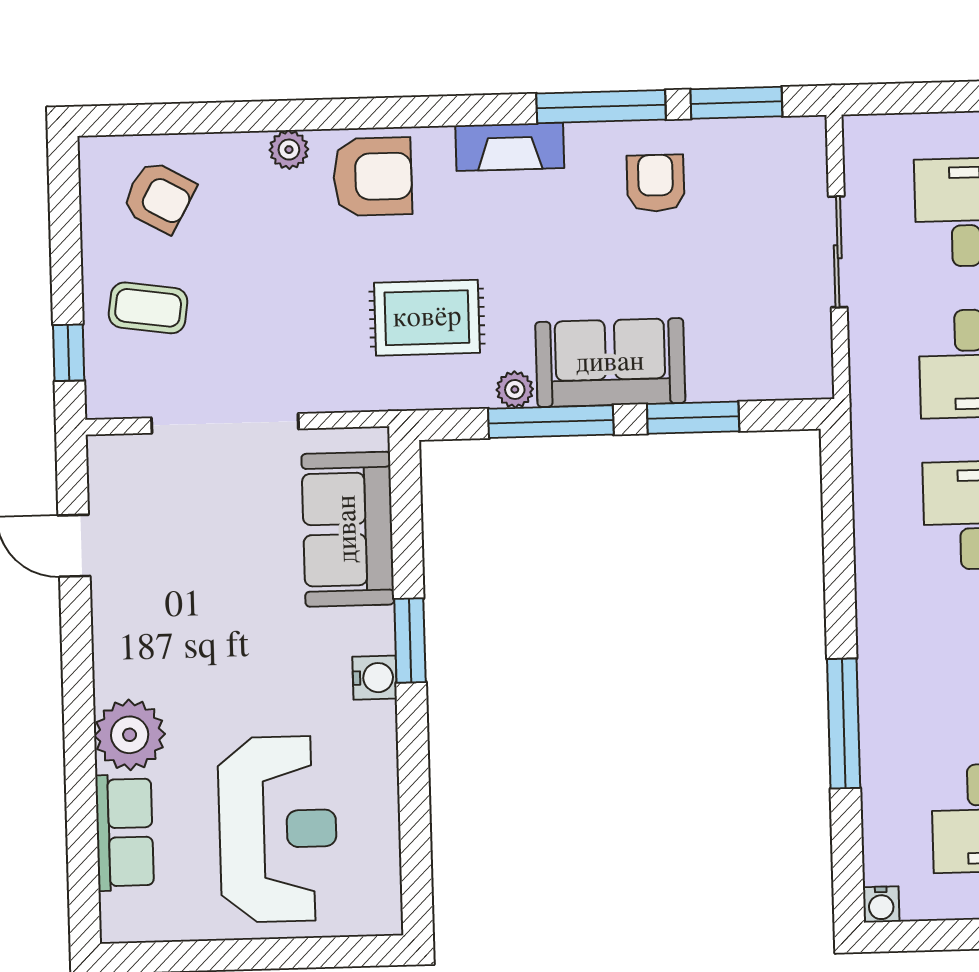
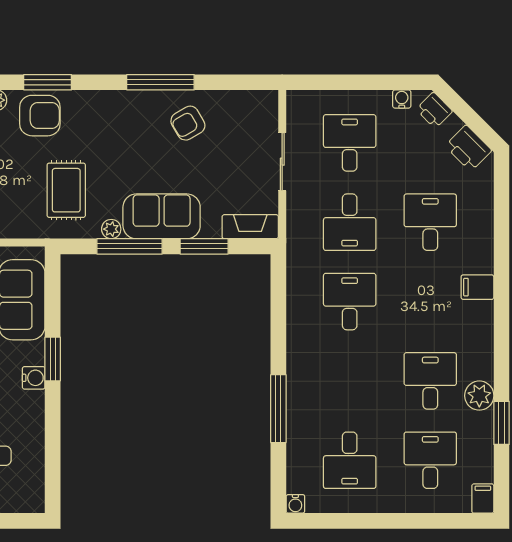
window: (736, 103) -> (48, 82), moved
fireplace: (510, 147) -> (250, 227), moved, turned 180
armchair: (656, 183) -> (188, 123), turned -120
rug: (427, 318) -> (66, 190), turned 90

